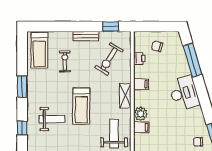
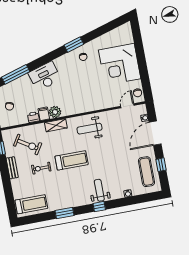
printer: (139, 58) -> (33, 117), moved
exercise bike: (65, 61) -> (41, 168), moved
plant: (141, 114) -> (55, 112), moved
weight bench: (52, 119) -> (99, 190), moved
filing cabinet: (141, 127) -> (80, 107), removed

